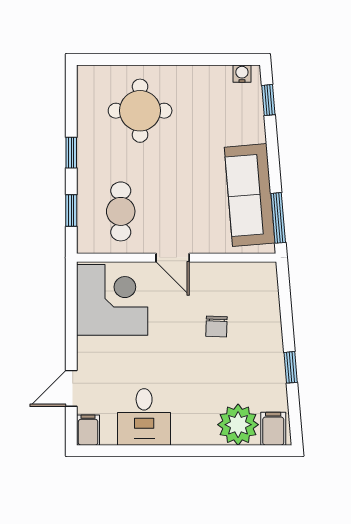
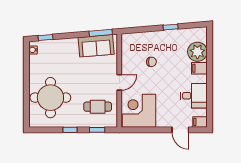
round table: (140, 111) -> (50, 98), width x1.36, depth x1.36
sofa: (250, 195) -> (96, 46), width x0.73
filing cabinet: (273, 429) -> (199, 68), moved

